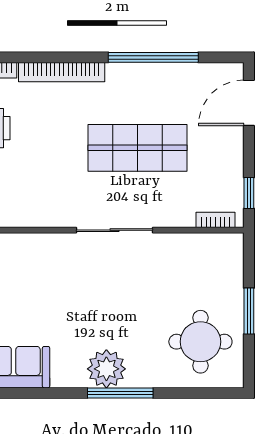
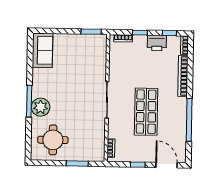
window: (249, 193) -> (138, 165), moved
window: (249, 311) -> (77, 163), moved
plant: (106, 369) -> (41, 107), moved

